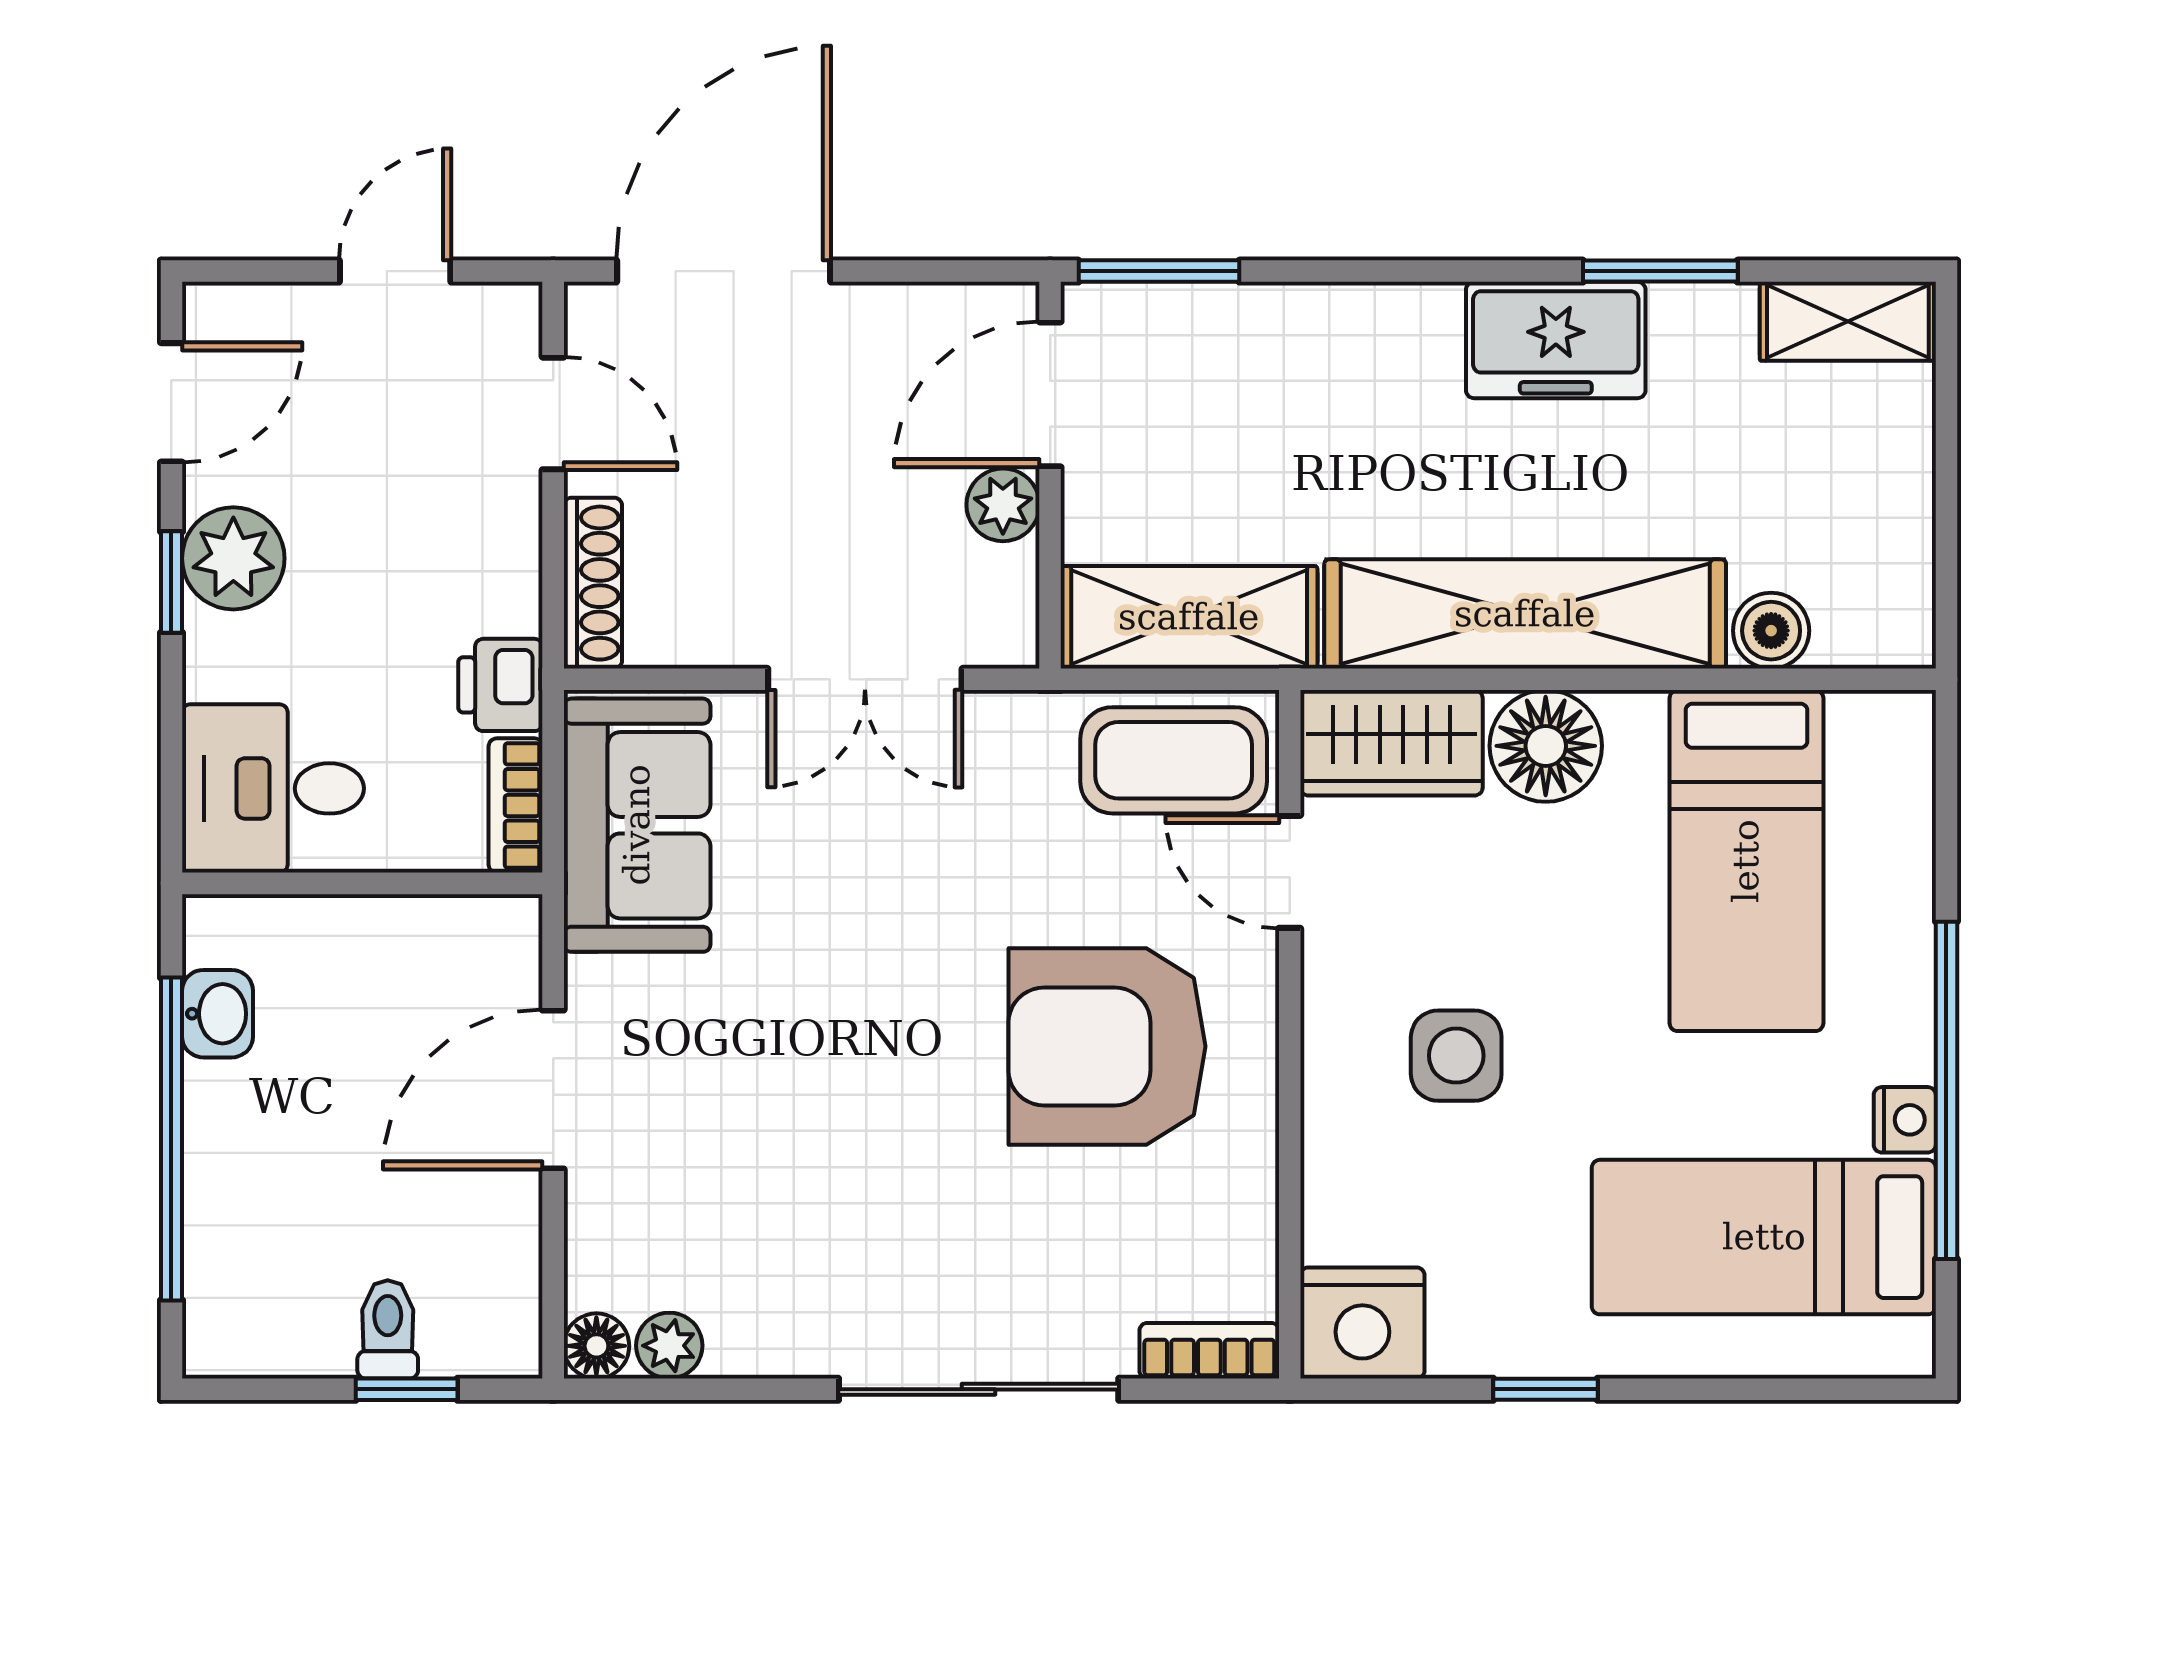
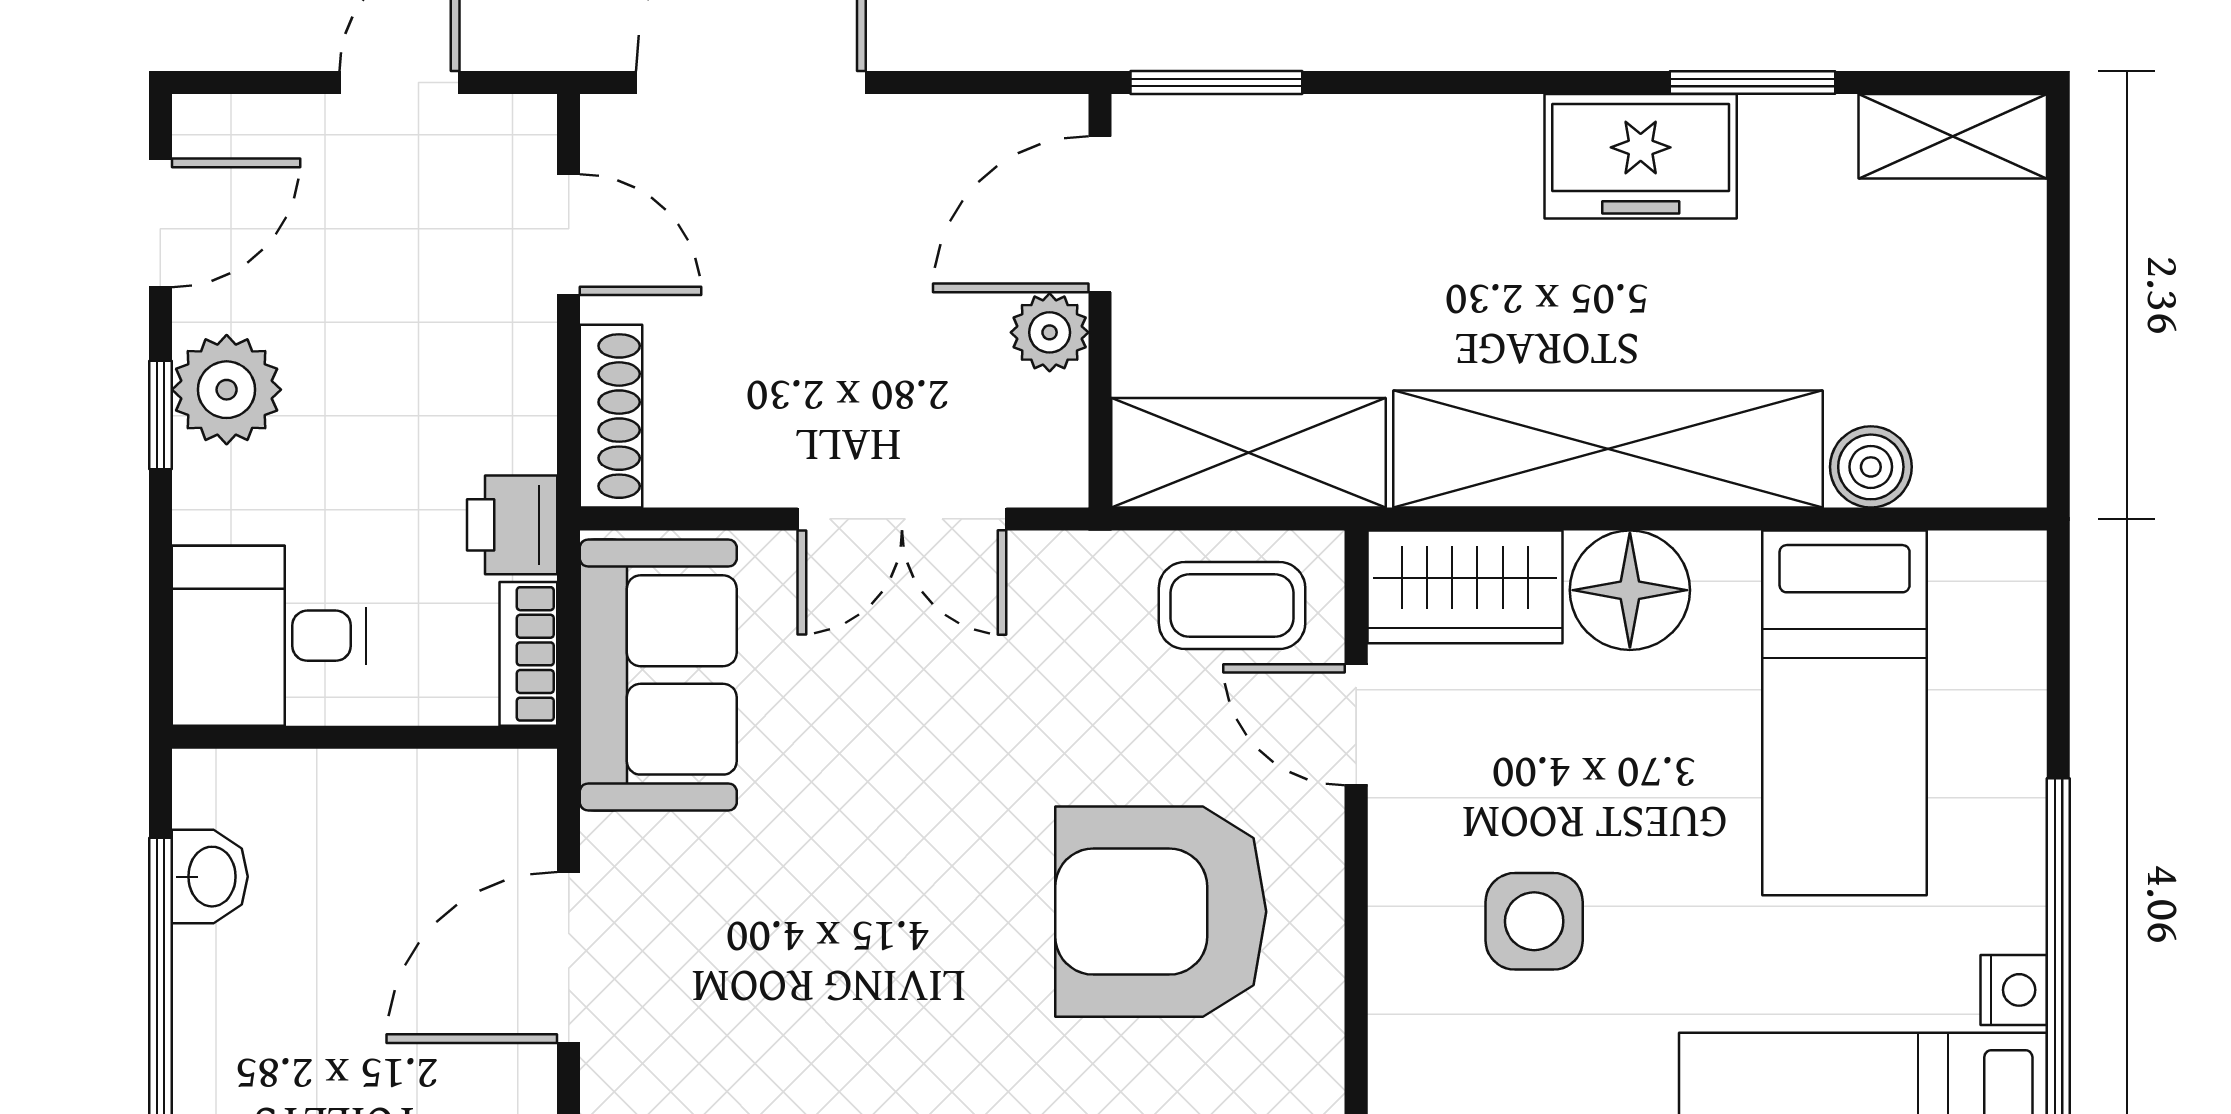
coffee table: (1174, 760) -> (1232, 606), width x0.73, depth x0.77

